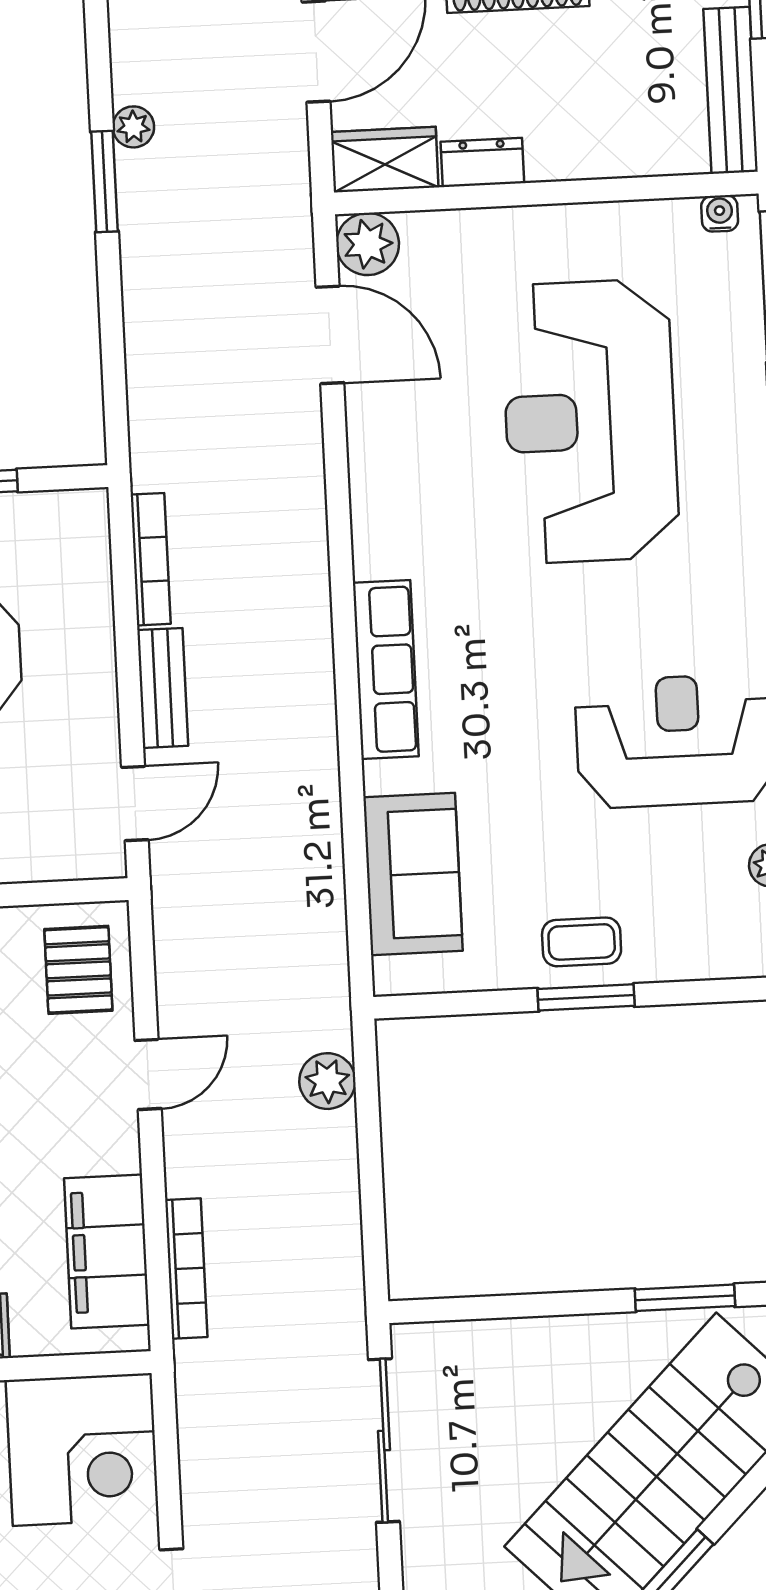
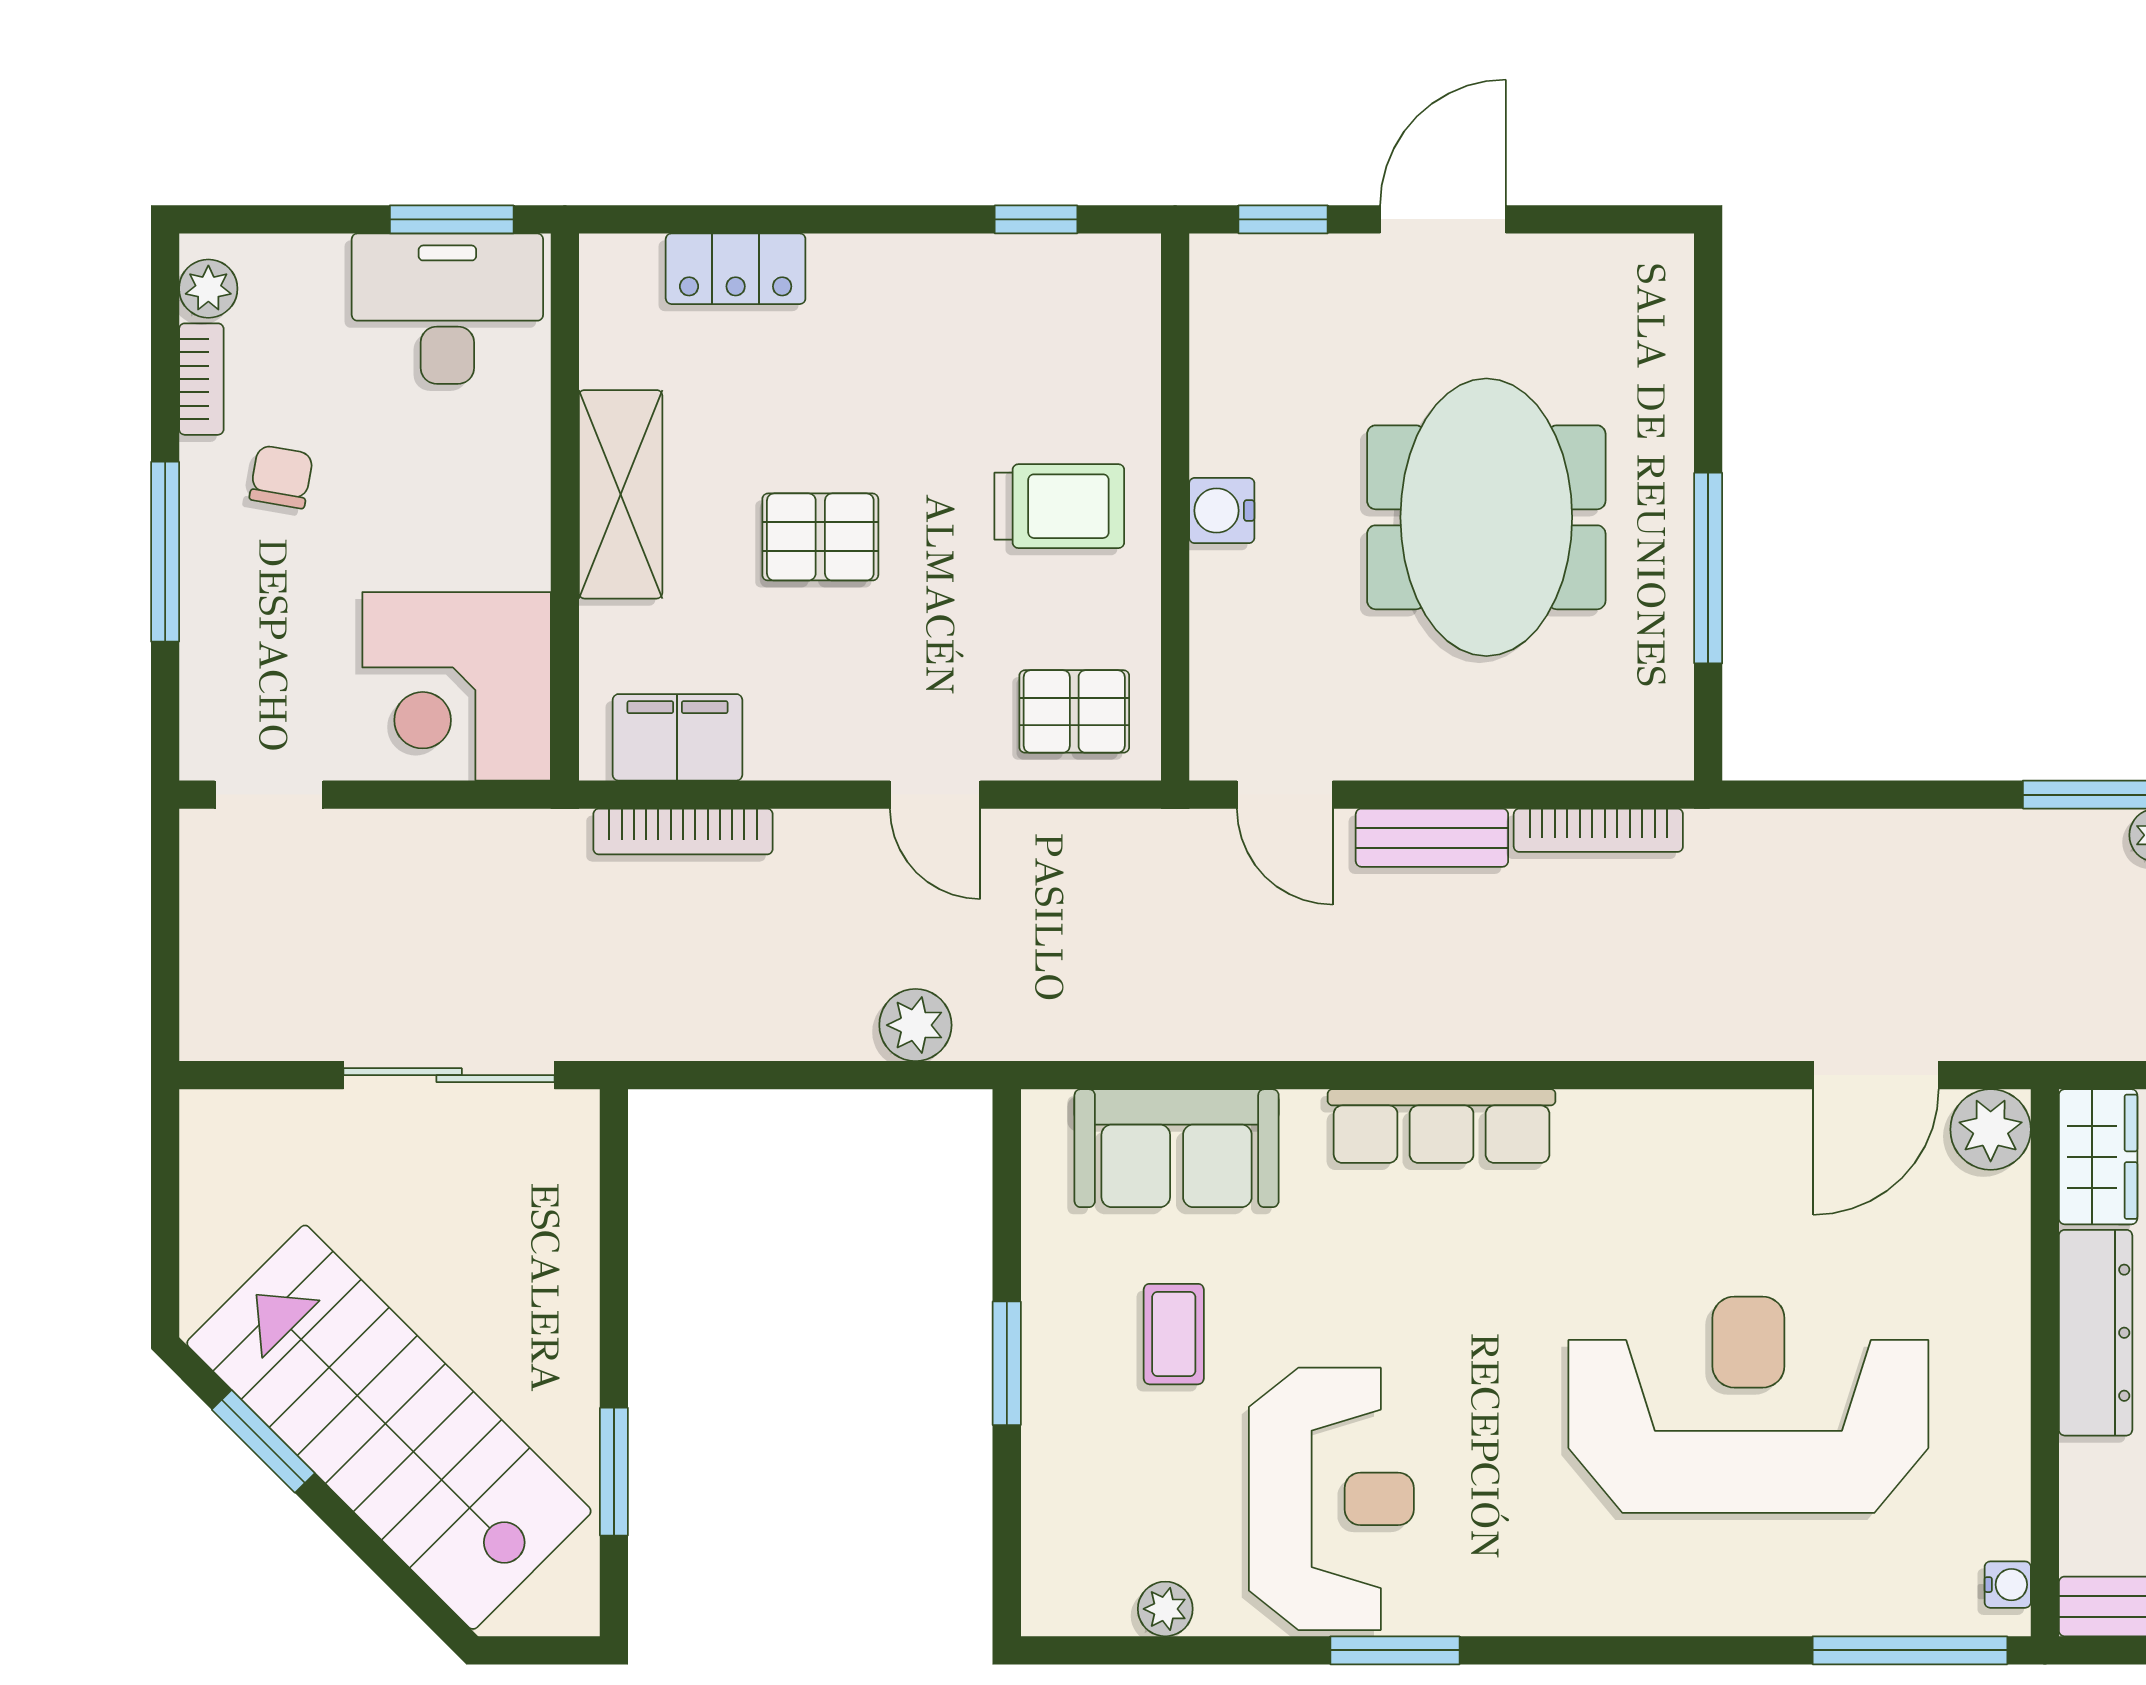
dresser: (482, 162) -> (2096, 1333), width x1.96, depth x1.24
coffee table: (582, 942) -> (1174, 1334), moved
filing cabinet: (107, 1251) -> (677, 737), width x0.67, depth x0.86

